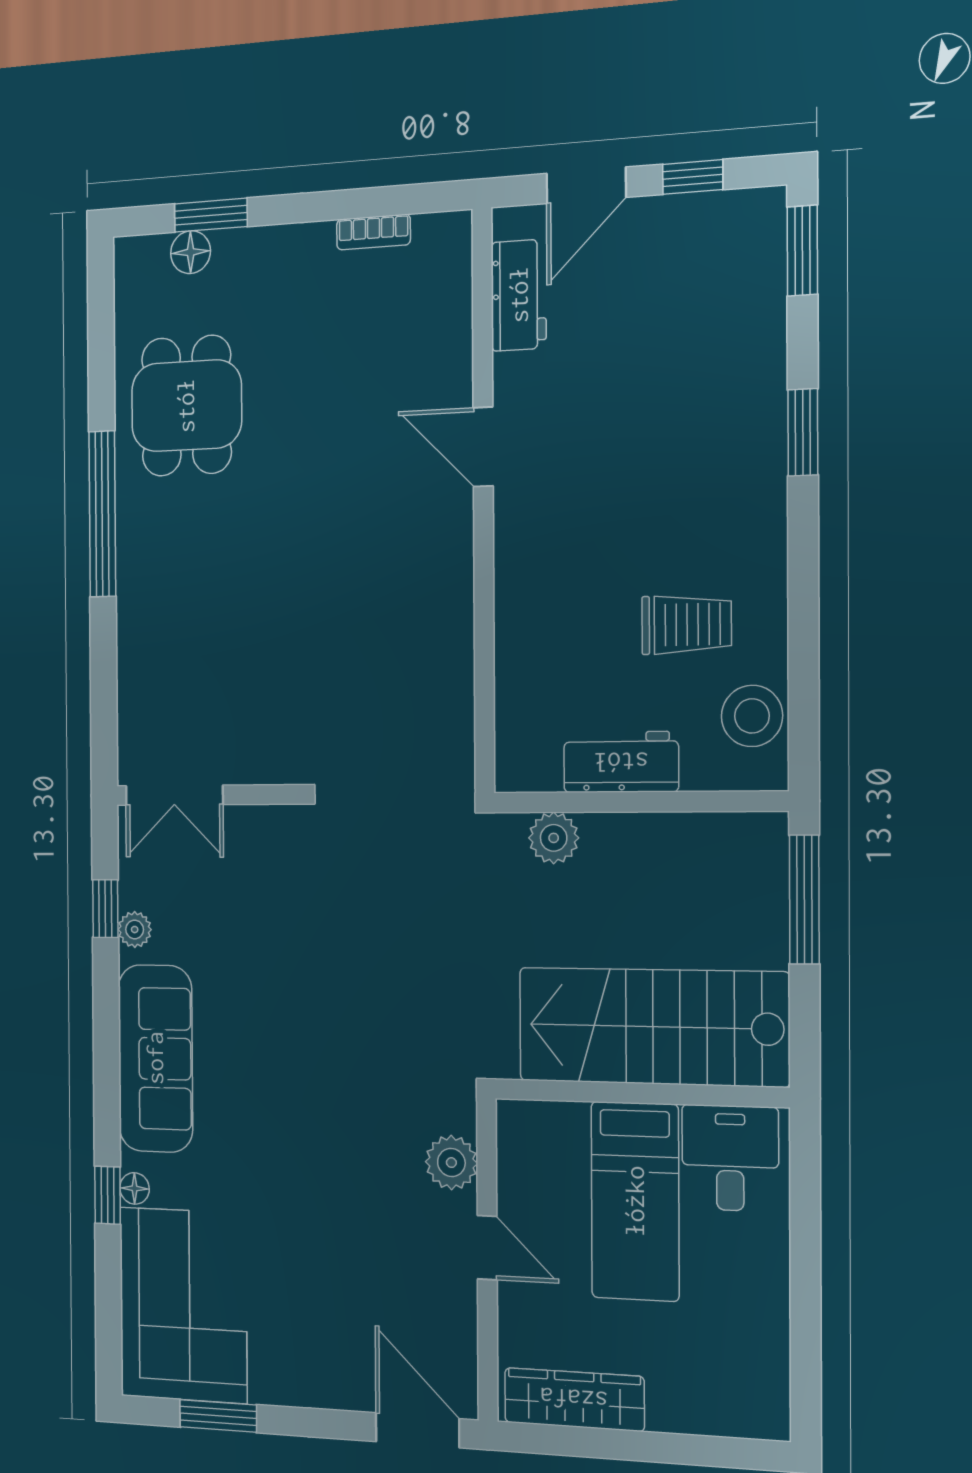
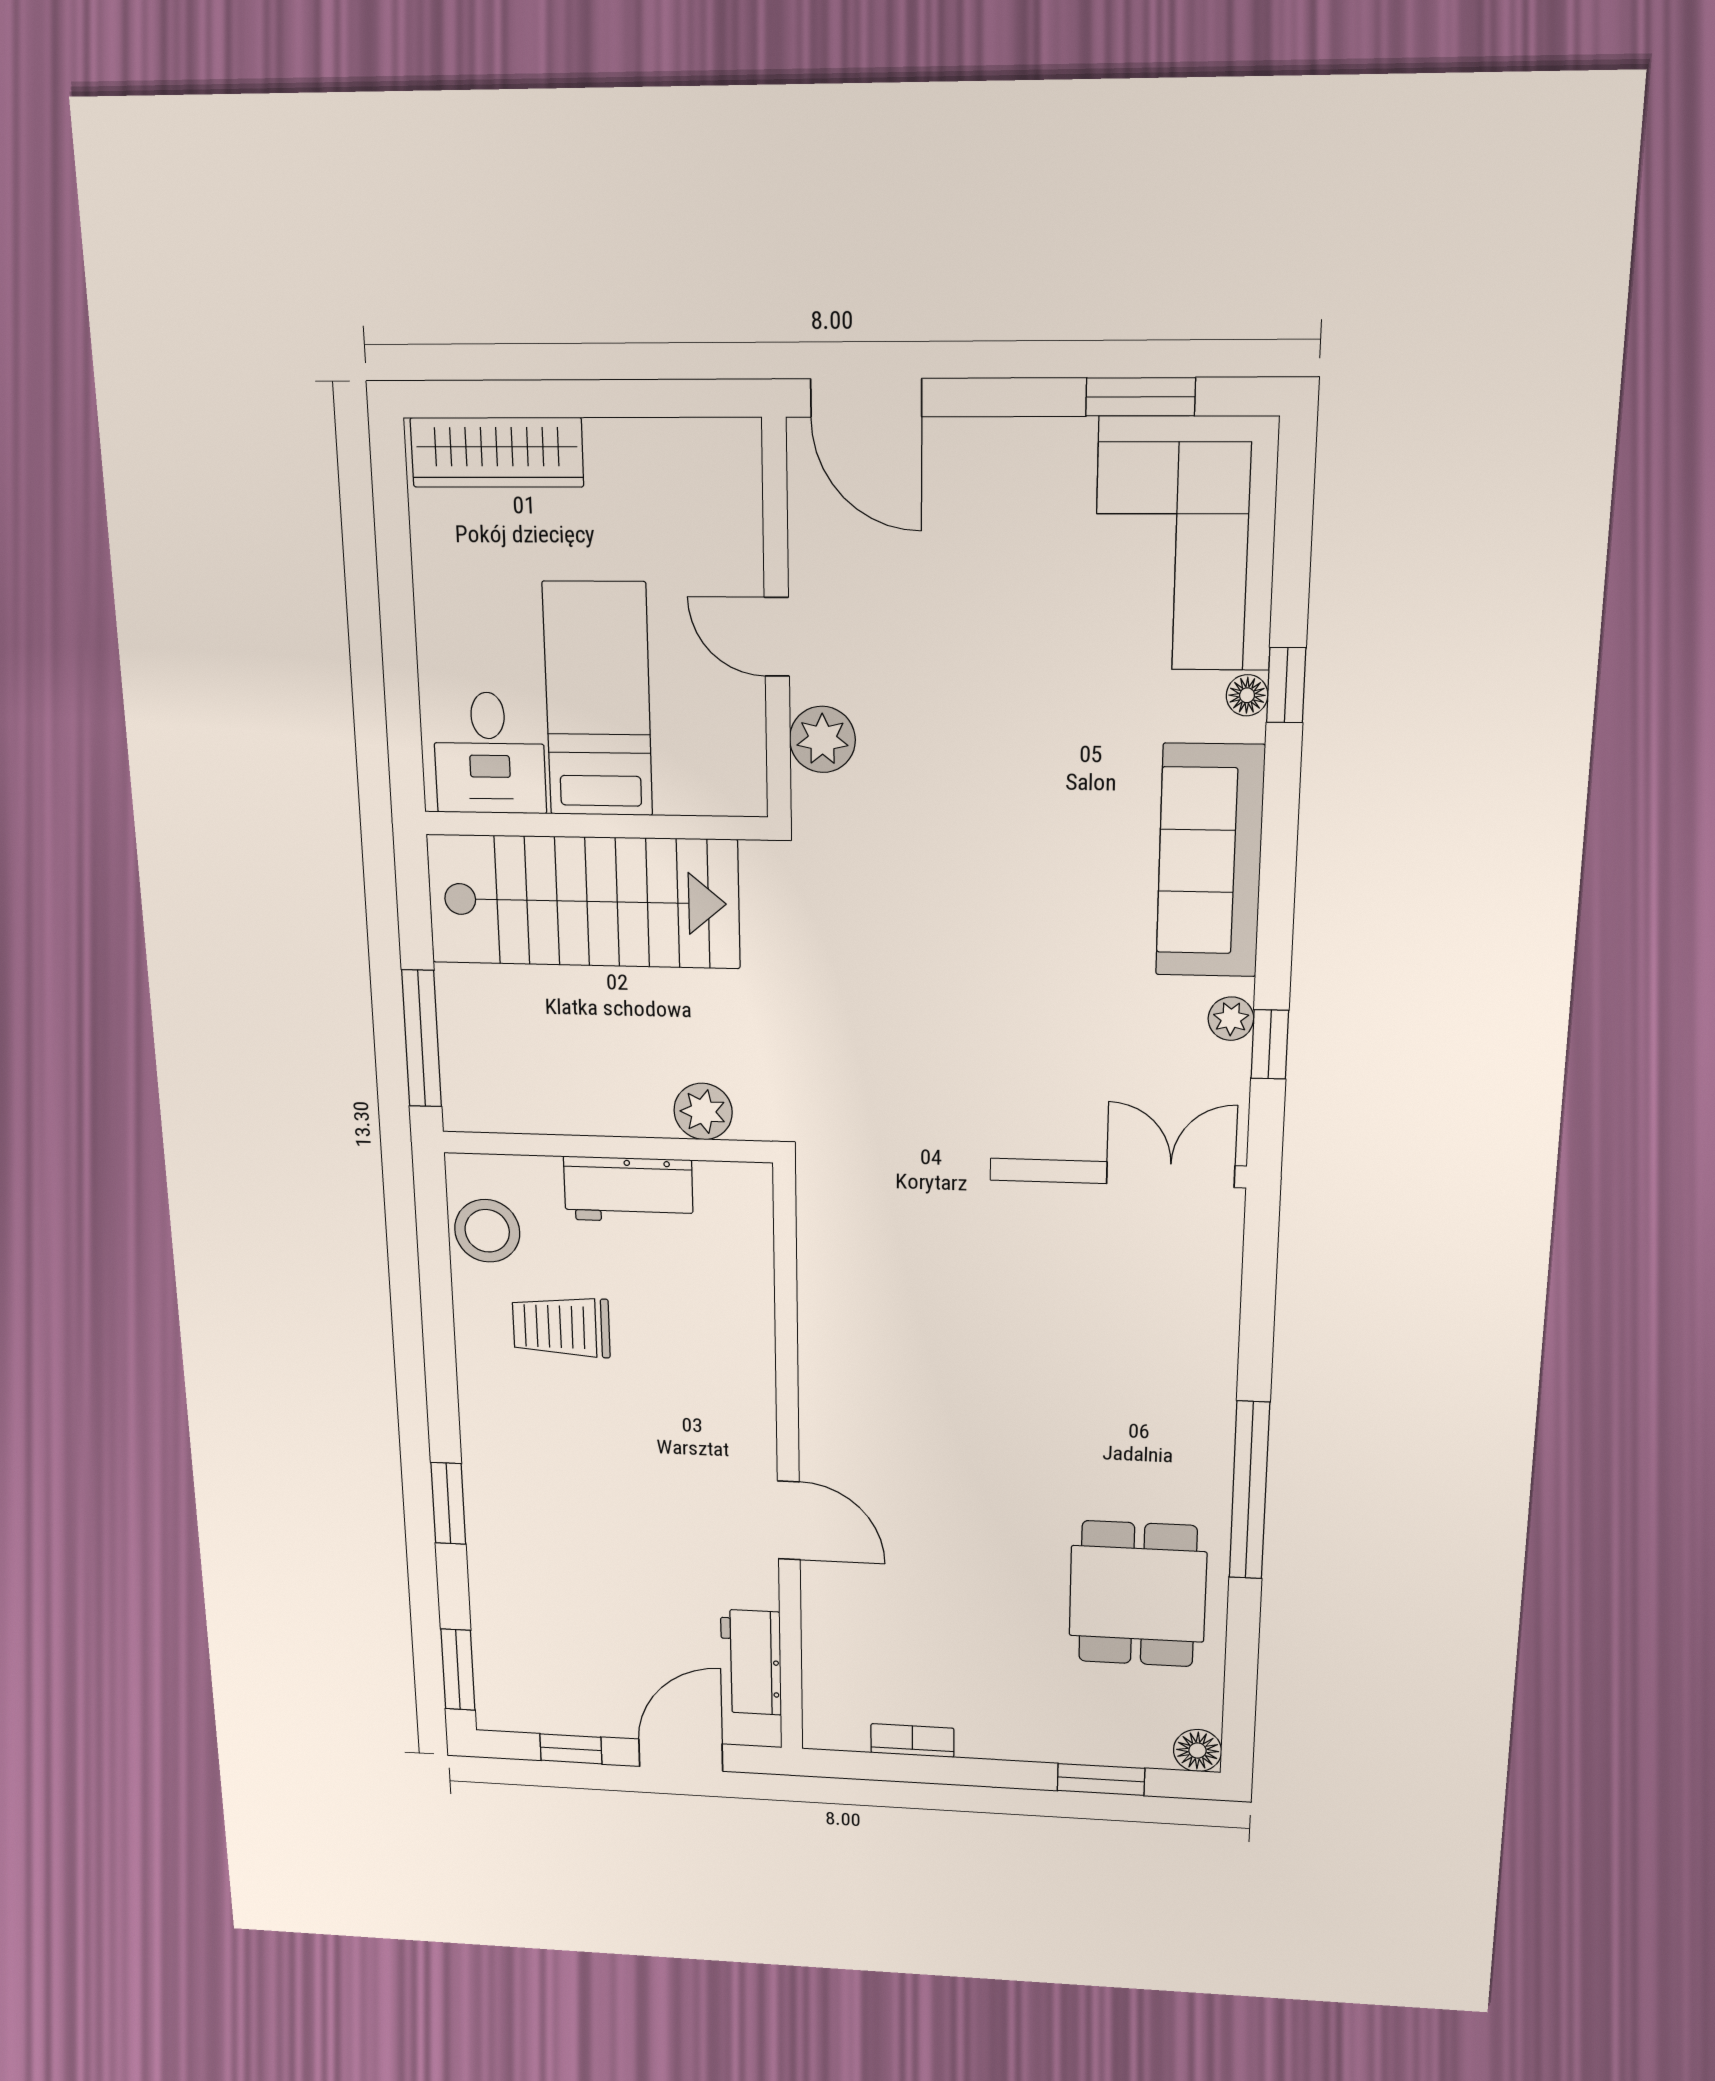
floor lamp: (191, 252) -> (1198, 1751), moved
wardrobe: (574, 1399) -> (497, 452), moved

